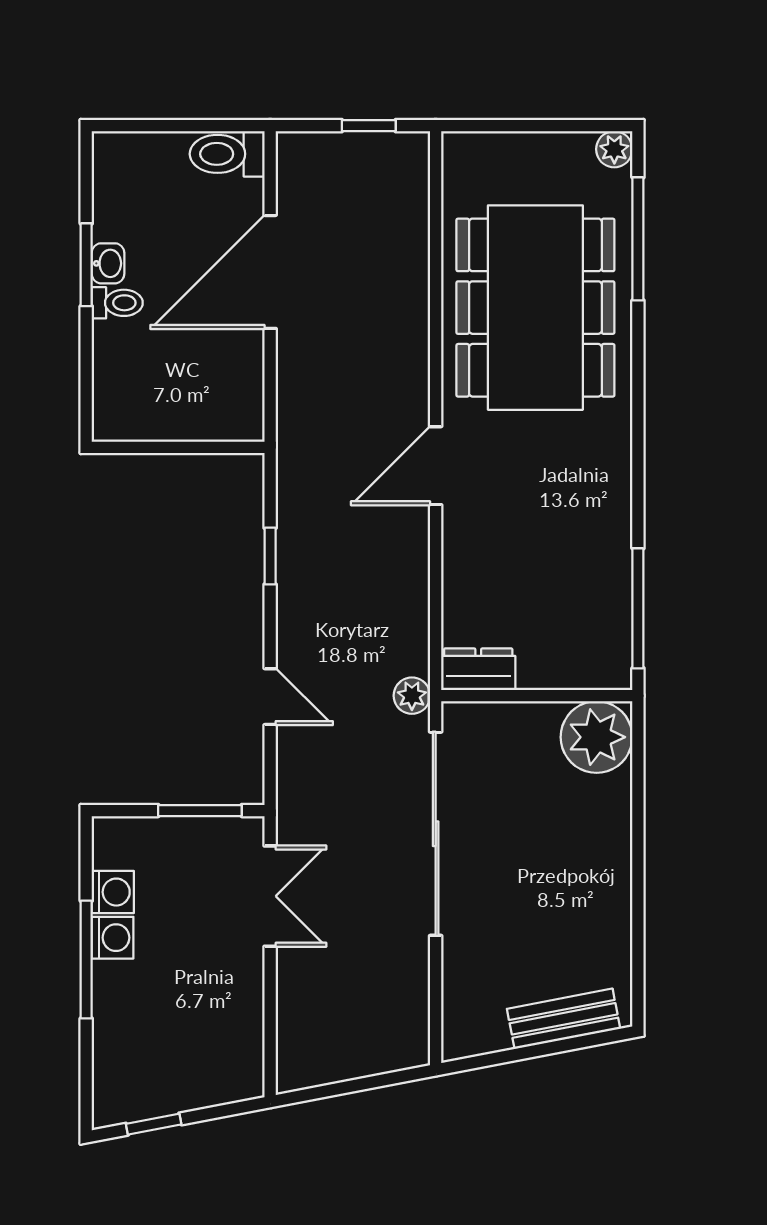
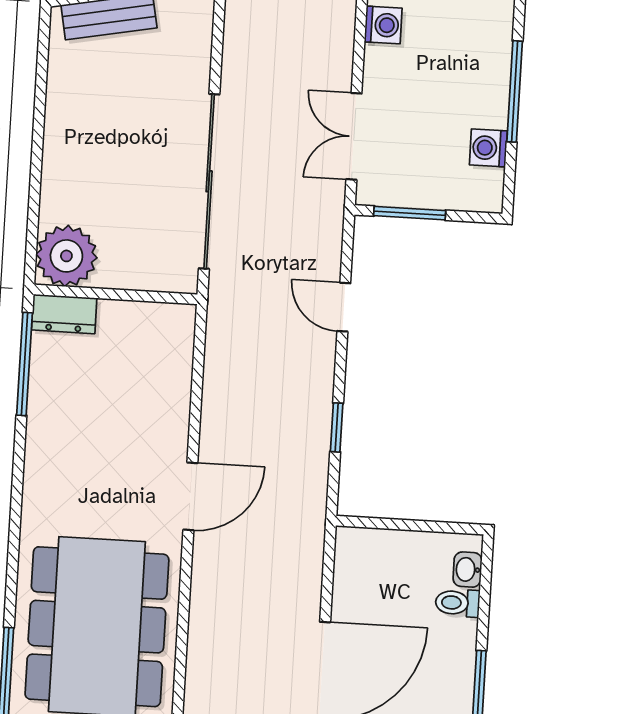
washbasin: (108, 263) -> (467, 570), moved
toilet: (117, 303) -> (458, 603), moved
dresser: (478, 669) -> (64, 314), moved
plant: (412, 696) -> (222, 301), removed
washing machine: (113, 938) -> (383, 25), moved, turned 180

